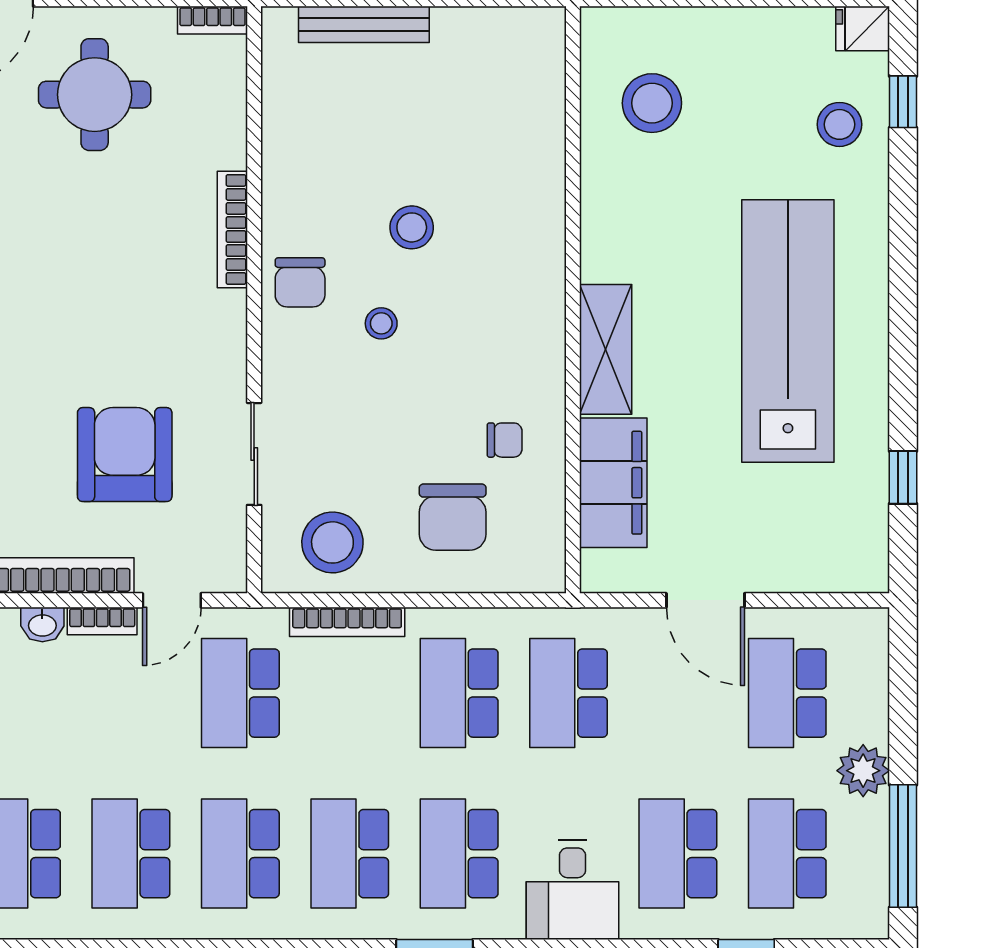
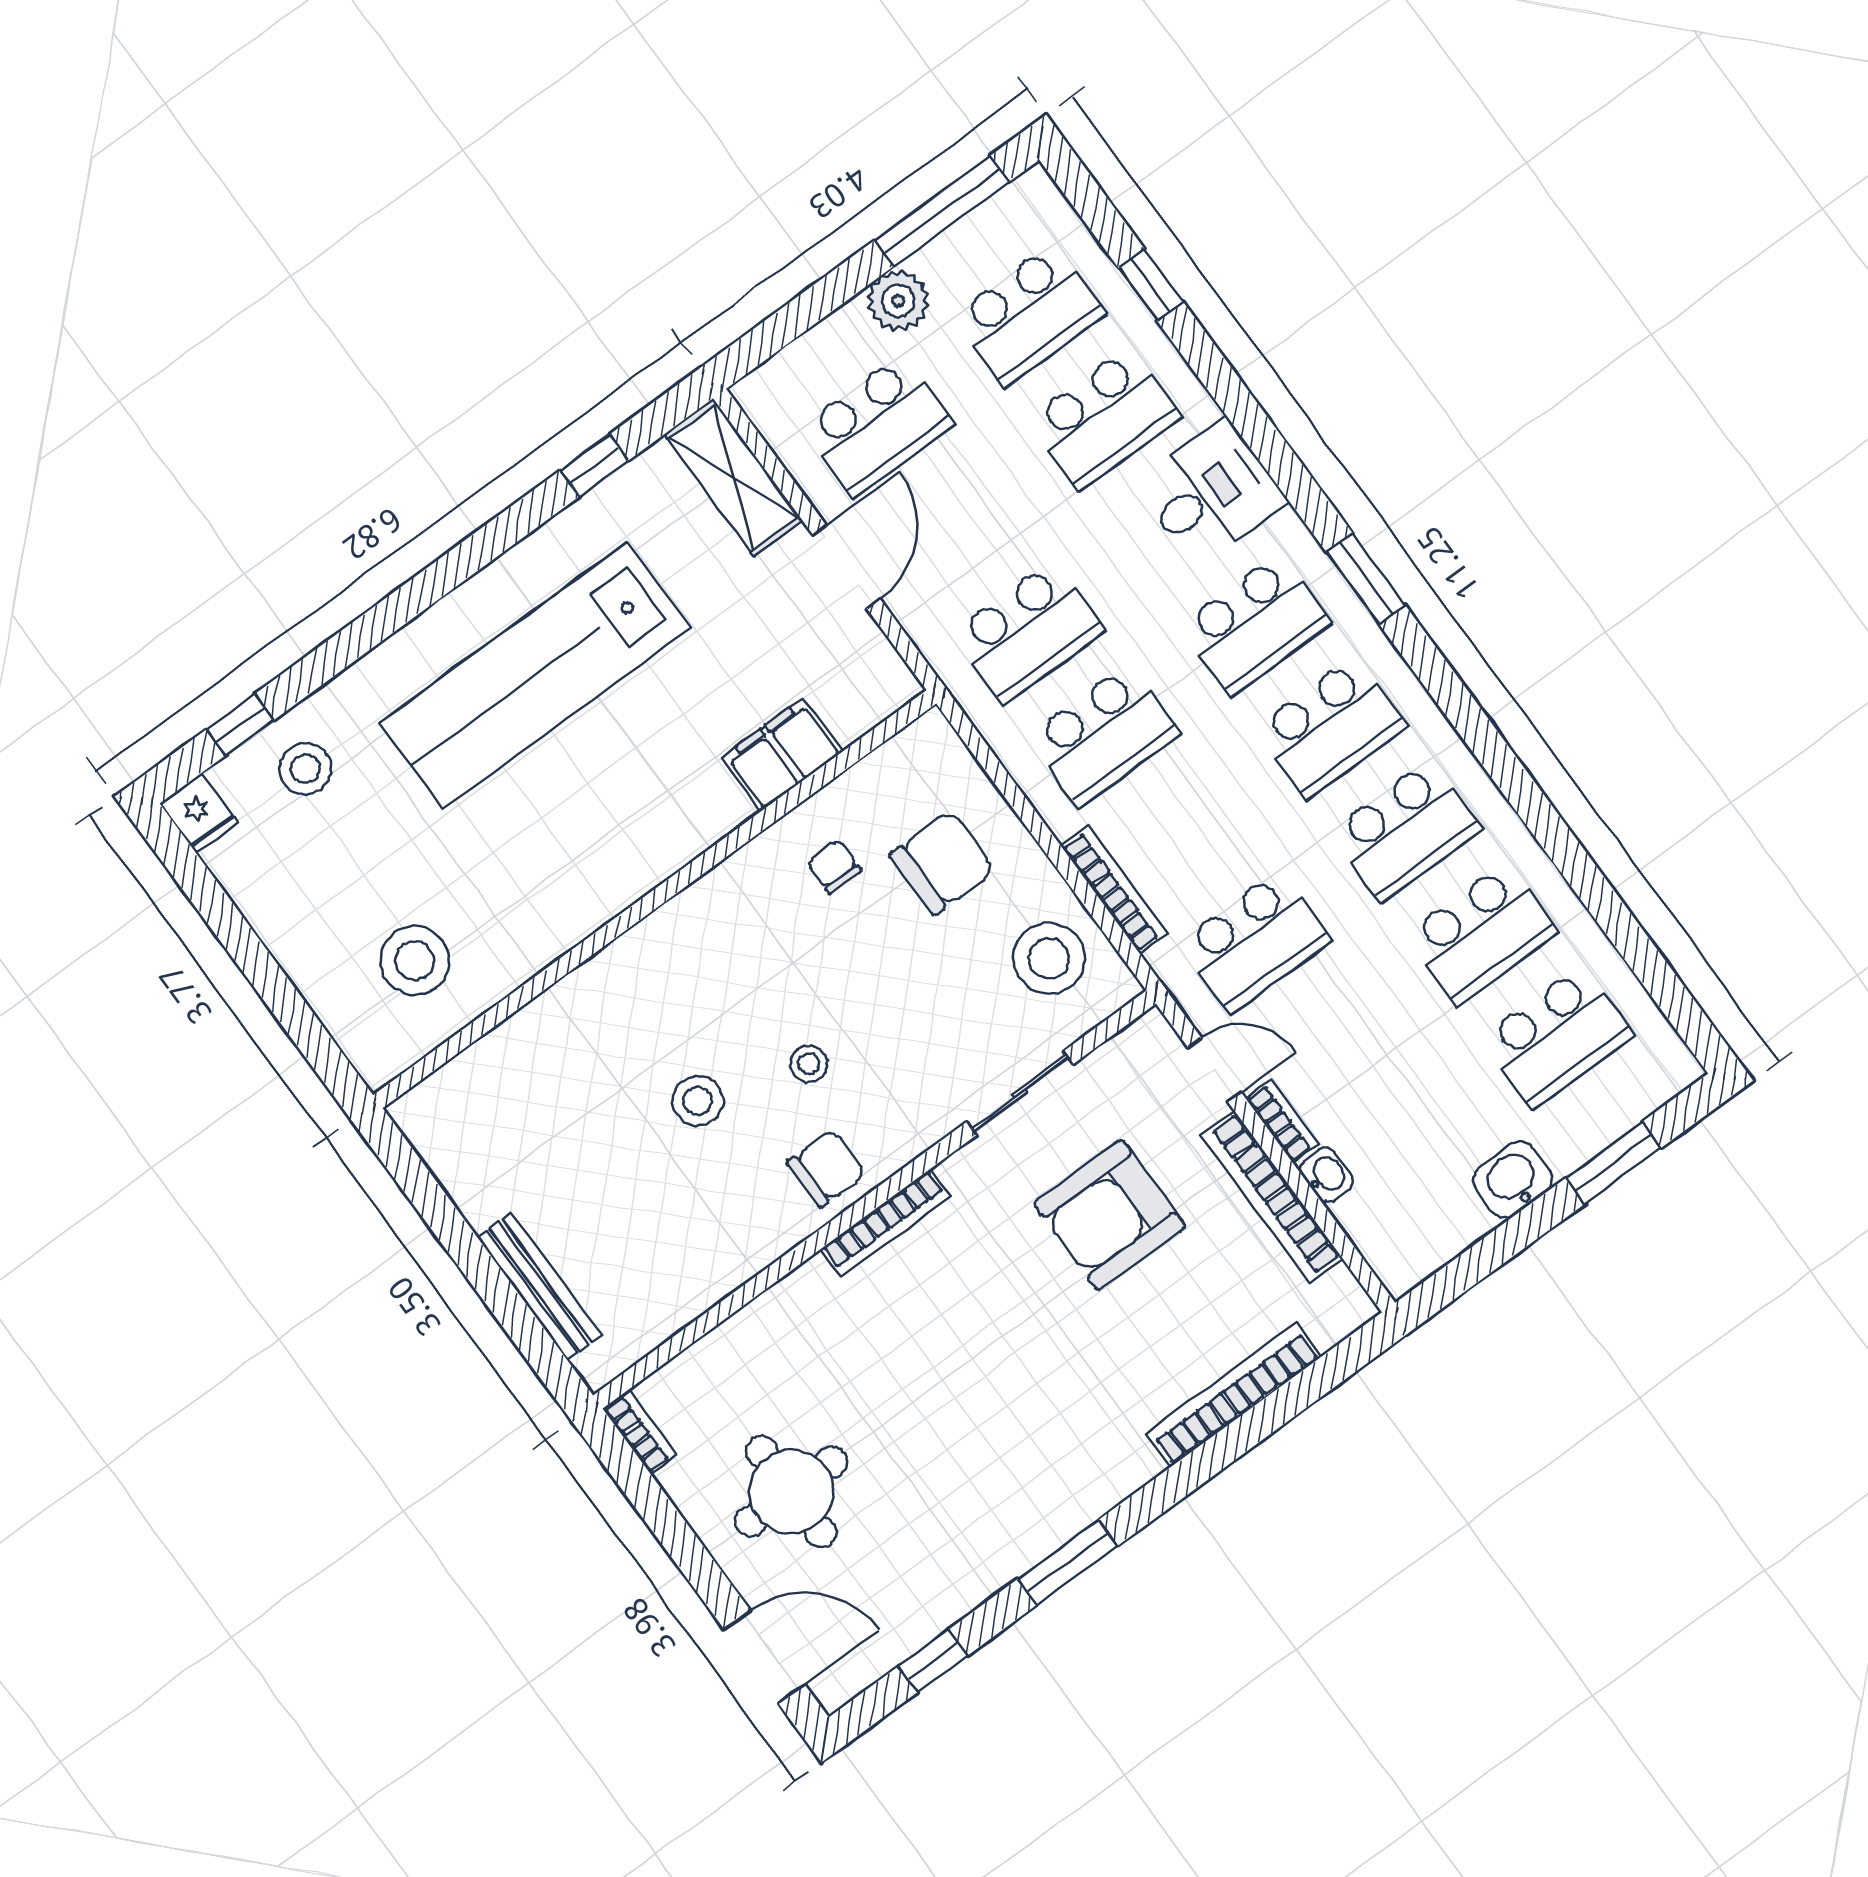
bookcase: (232, 229) -> (886, 1223), moved
shelving: (606, 349) -> (733, 477), moved, turned 90
filing cabinet: (613, 483) -> (782, 754), width x0.67, depth x0.86

